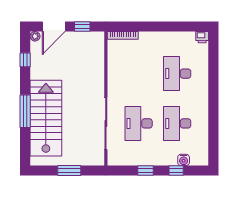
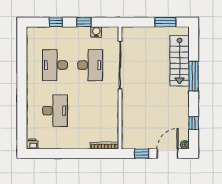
stairs: (46, 118) -> (180, 61), width x0.73, depth x0.66
desk: (177, 123) -> (55, 65), turned 180
water cooler: (184, 160) -> (96, 32), moved
window: (69, 171) -> (165, 22), moved

